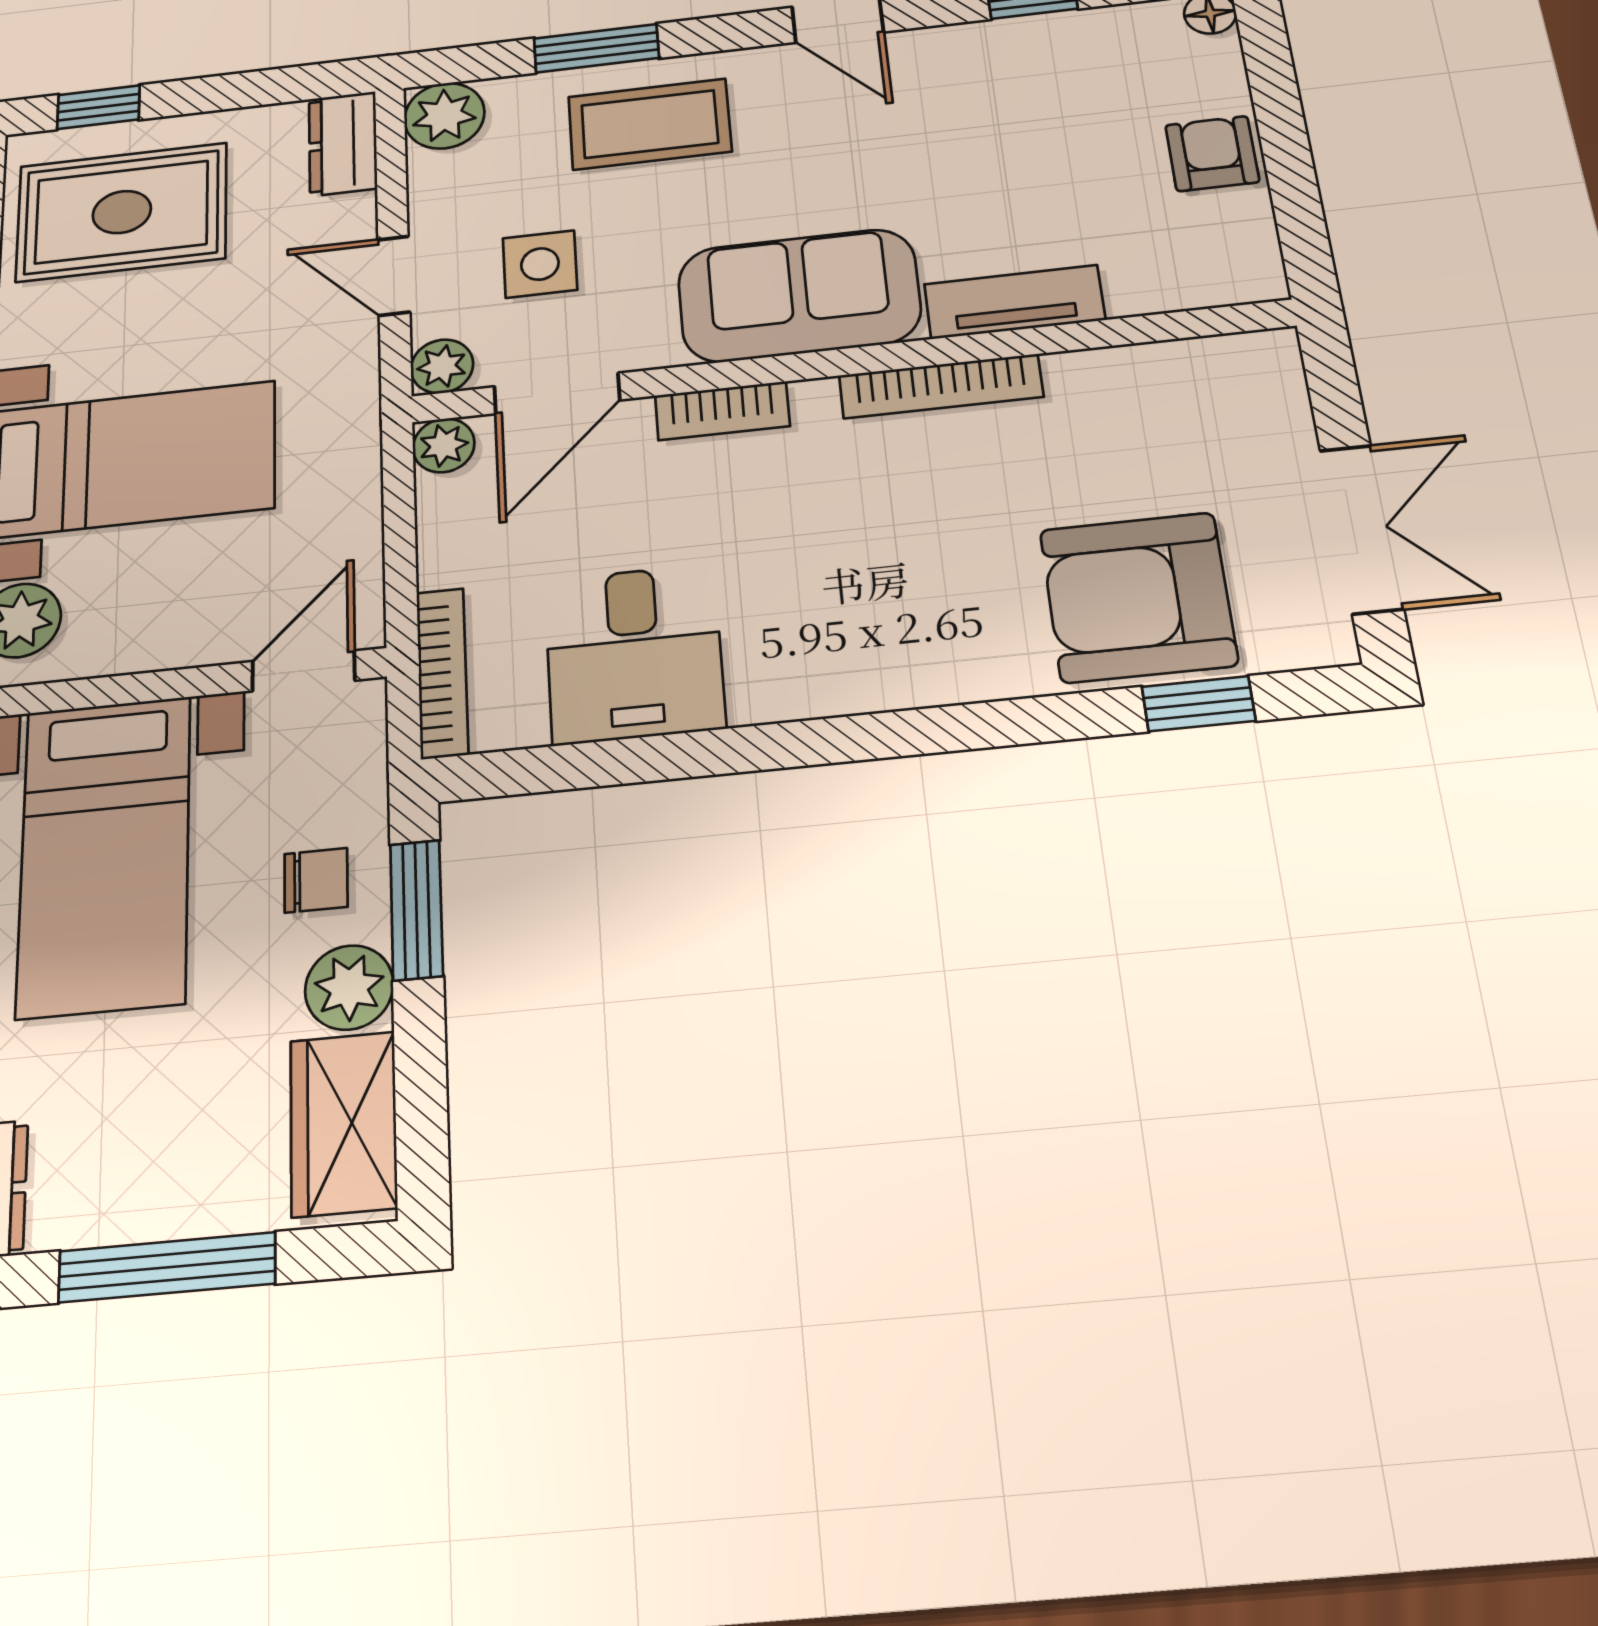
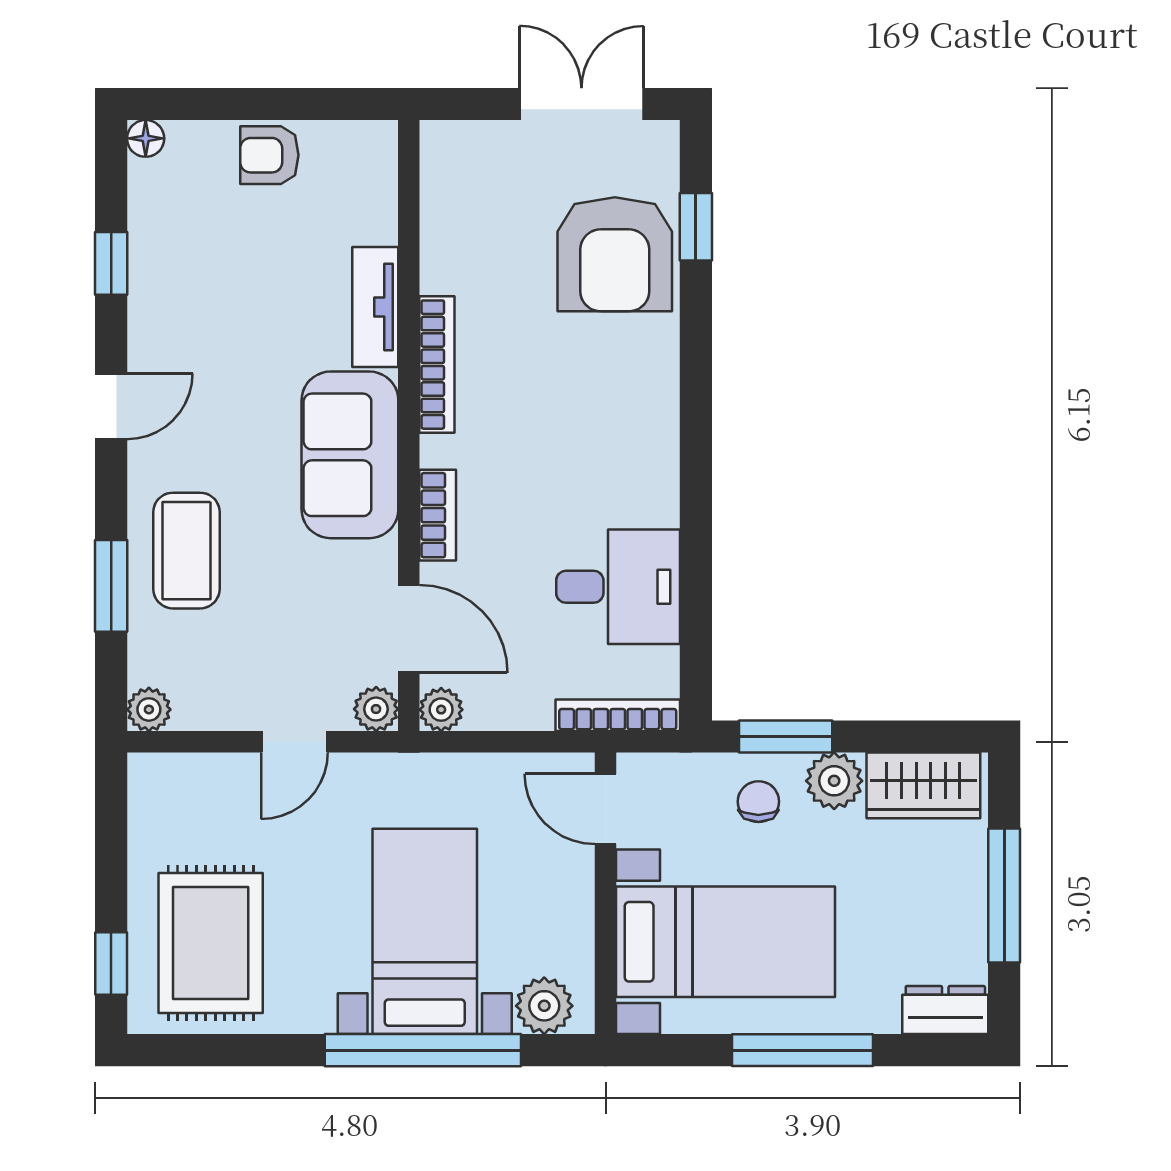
plant: (444, 116) -> (149, 709), width x0.73, depth x0.73
dresser: (343, 144) -> (172, 778), removed
side table: (540, 264) -> (299, 636), removed

